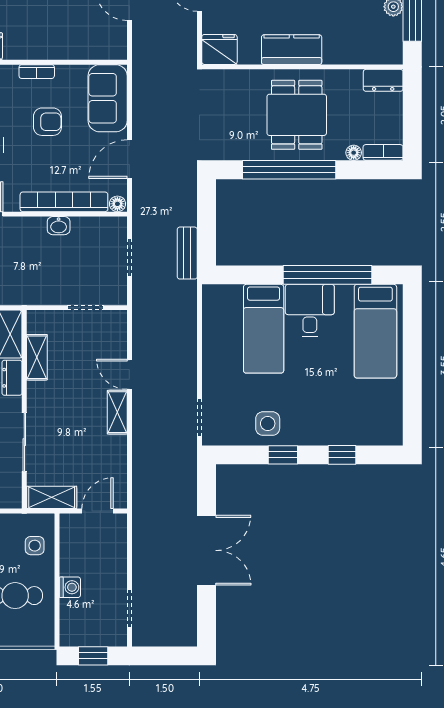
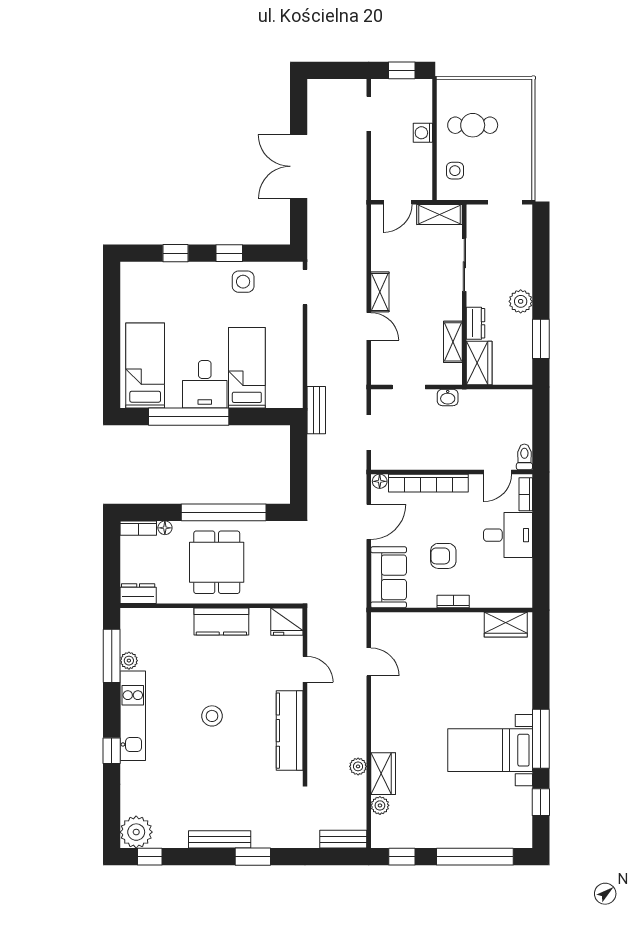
washbasin: (59, 226) -> (448, 397), moved, turned 180
bench: (187, 253) -> (316, 410), moved

